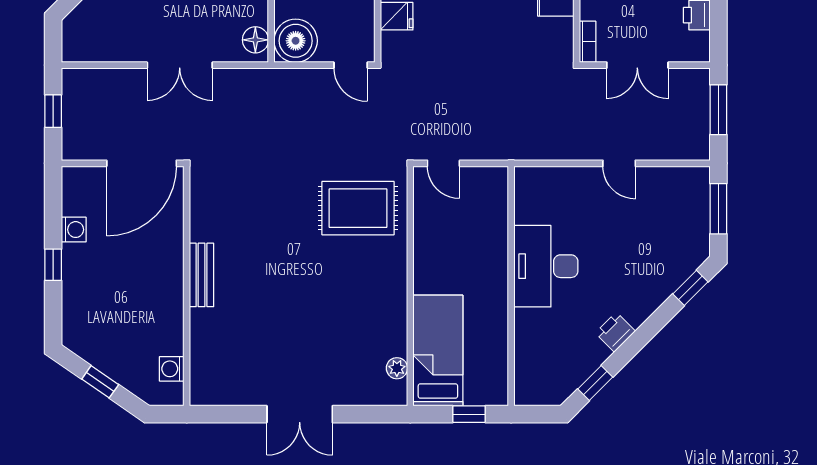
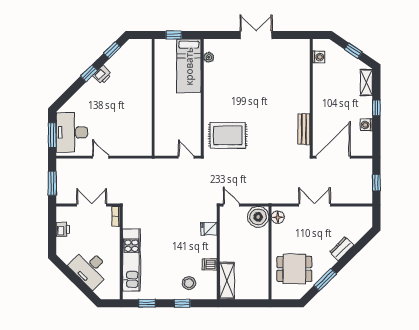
desk: (546, 266) -> (72, 132), moved, turned 180
bench: (202, 275) -> (304, 129), moved
window: (690, 288) -> (89, 73), moved
shelving: (74, 316) -> (366, 83), added

